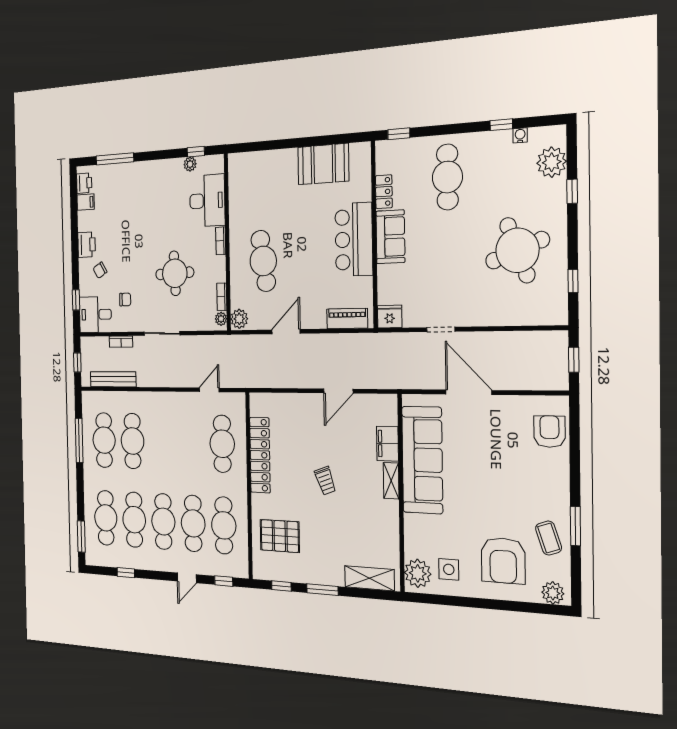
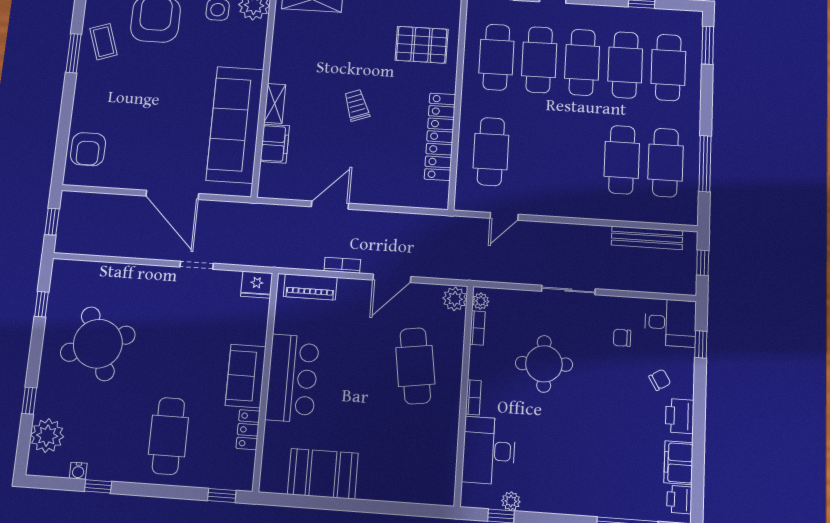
filing cabinet: (86, 202) -> (678, 463), width x2.00
bookcase: (121, 342) -> (342, 265), moved

